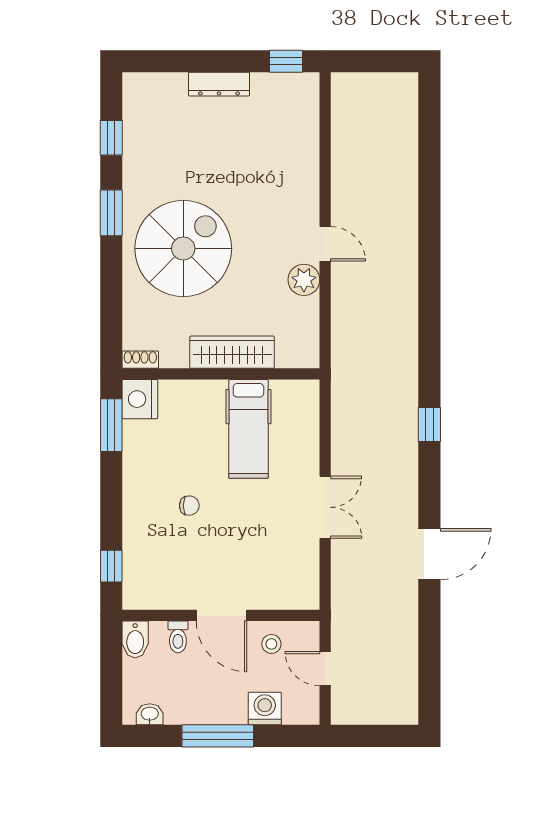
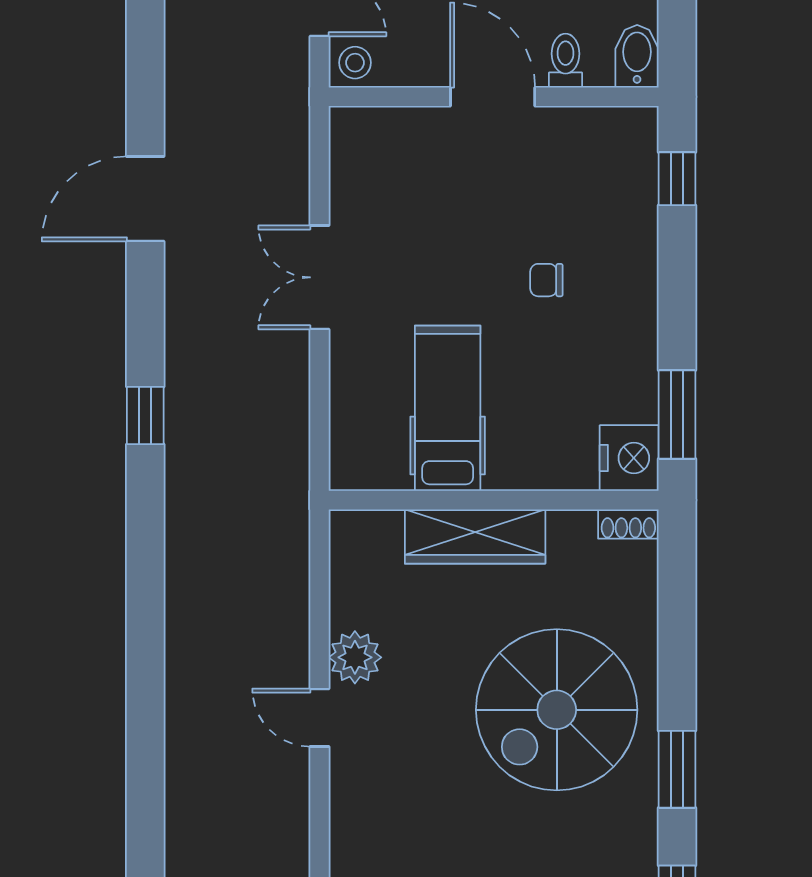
stool: (271, 644) -> (355, 63), moved

